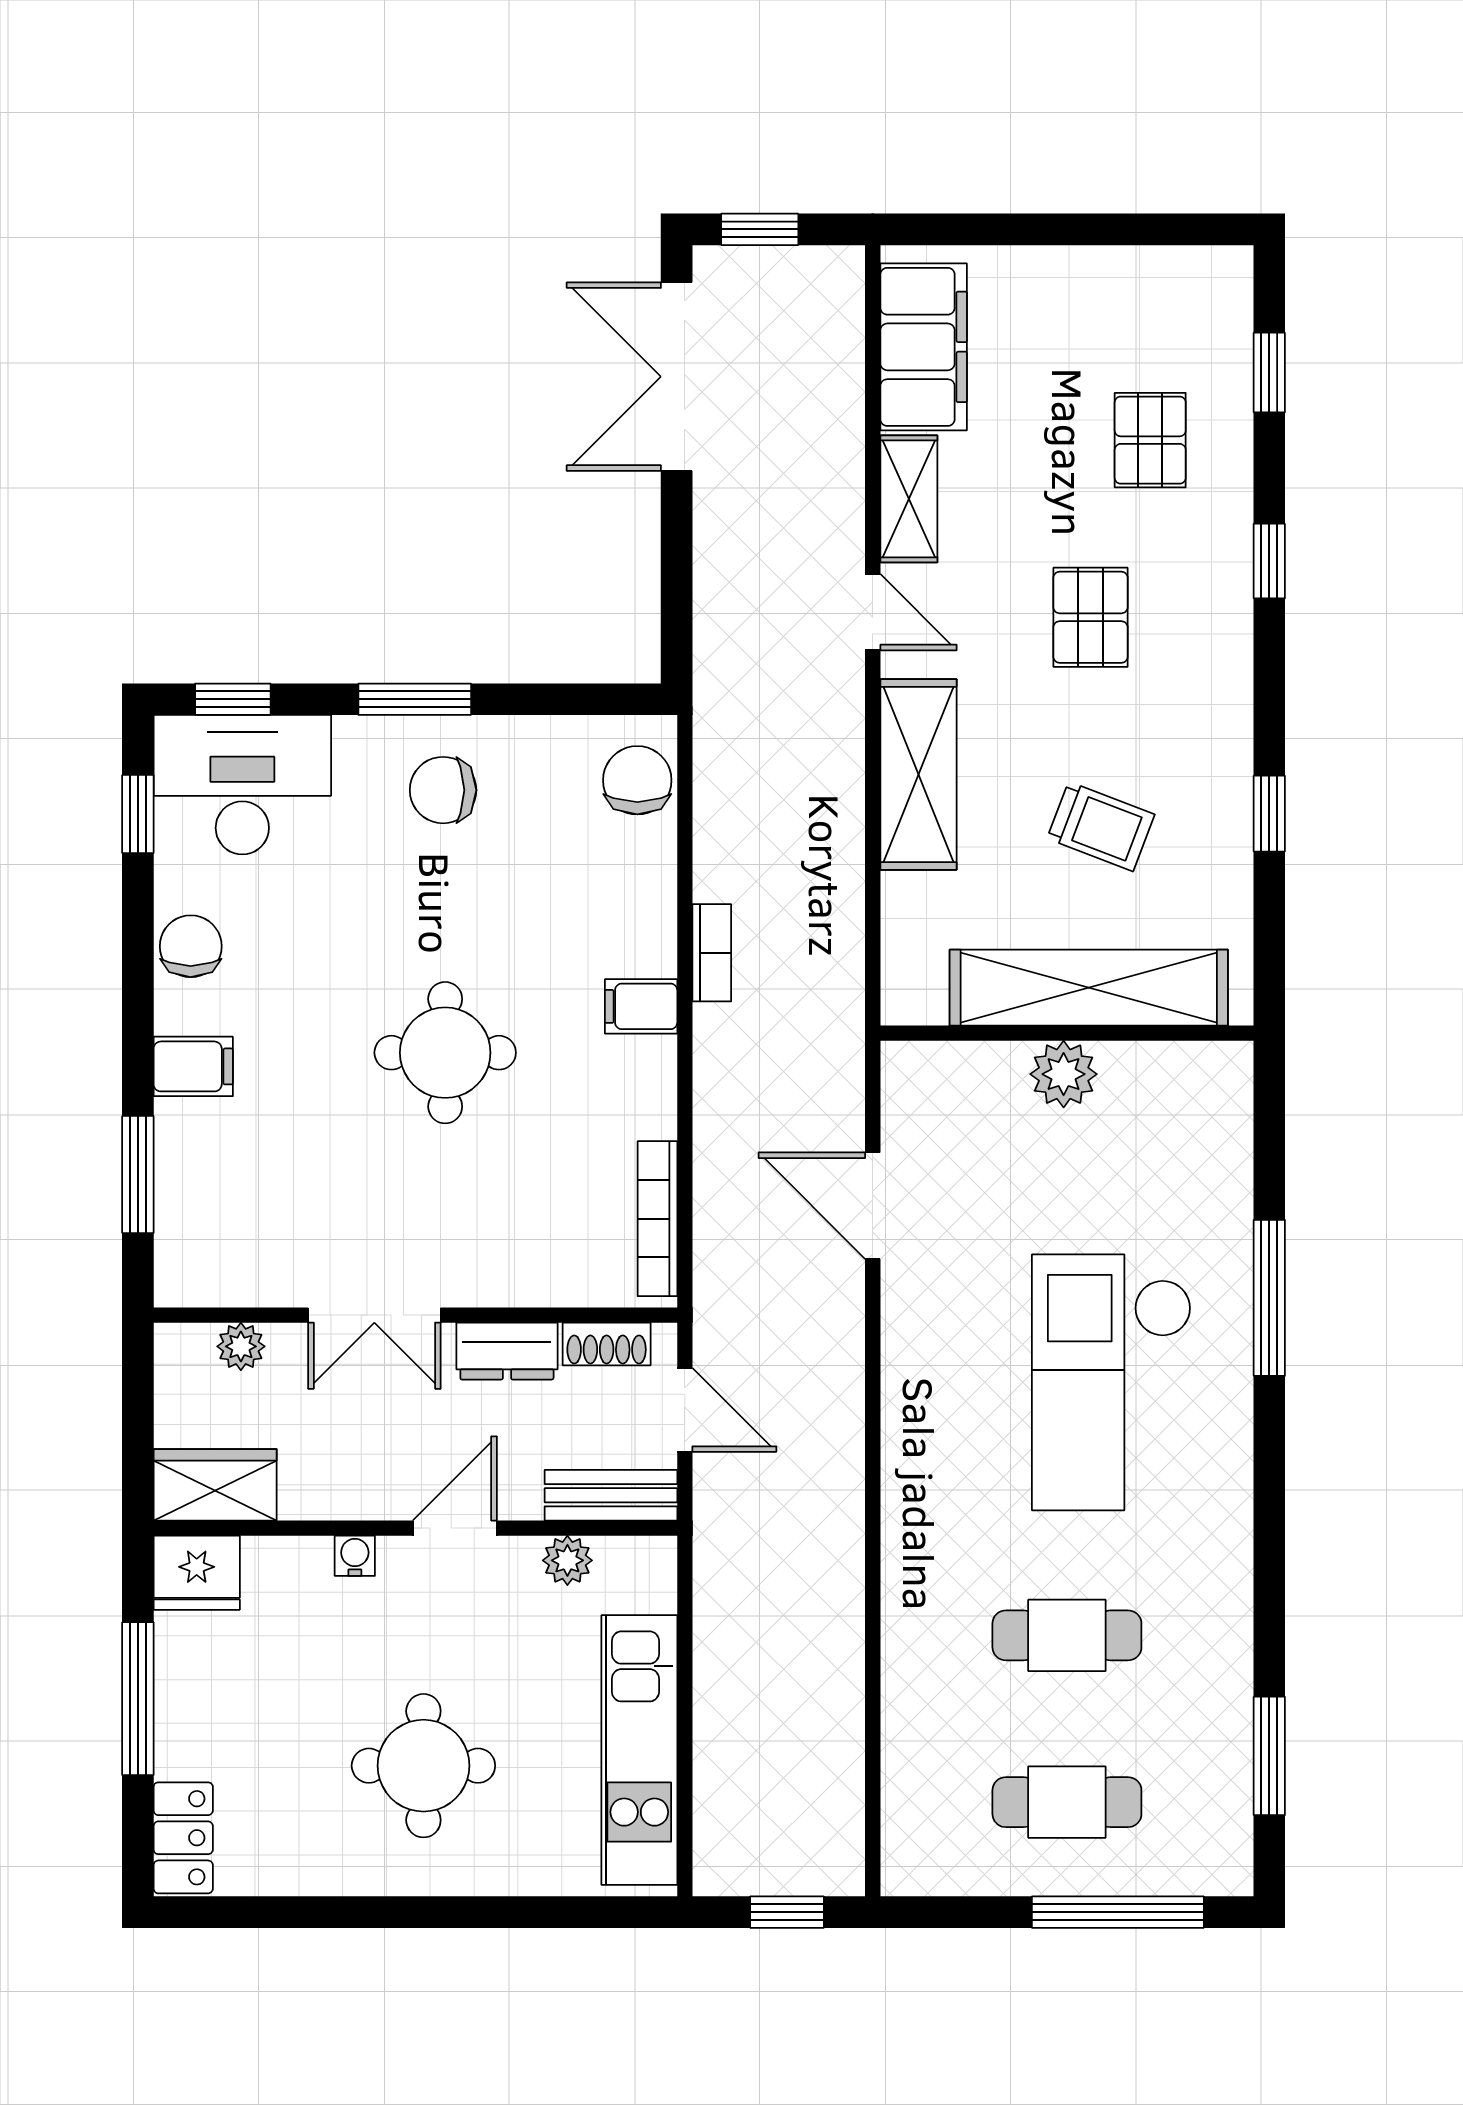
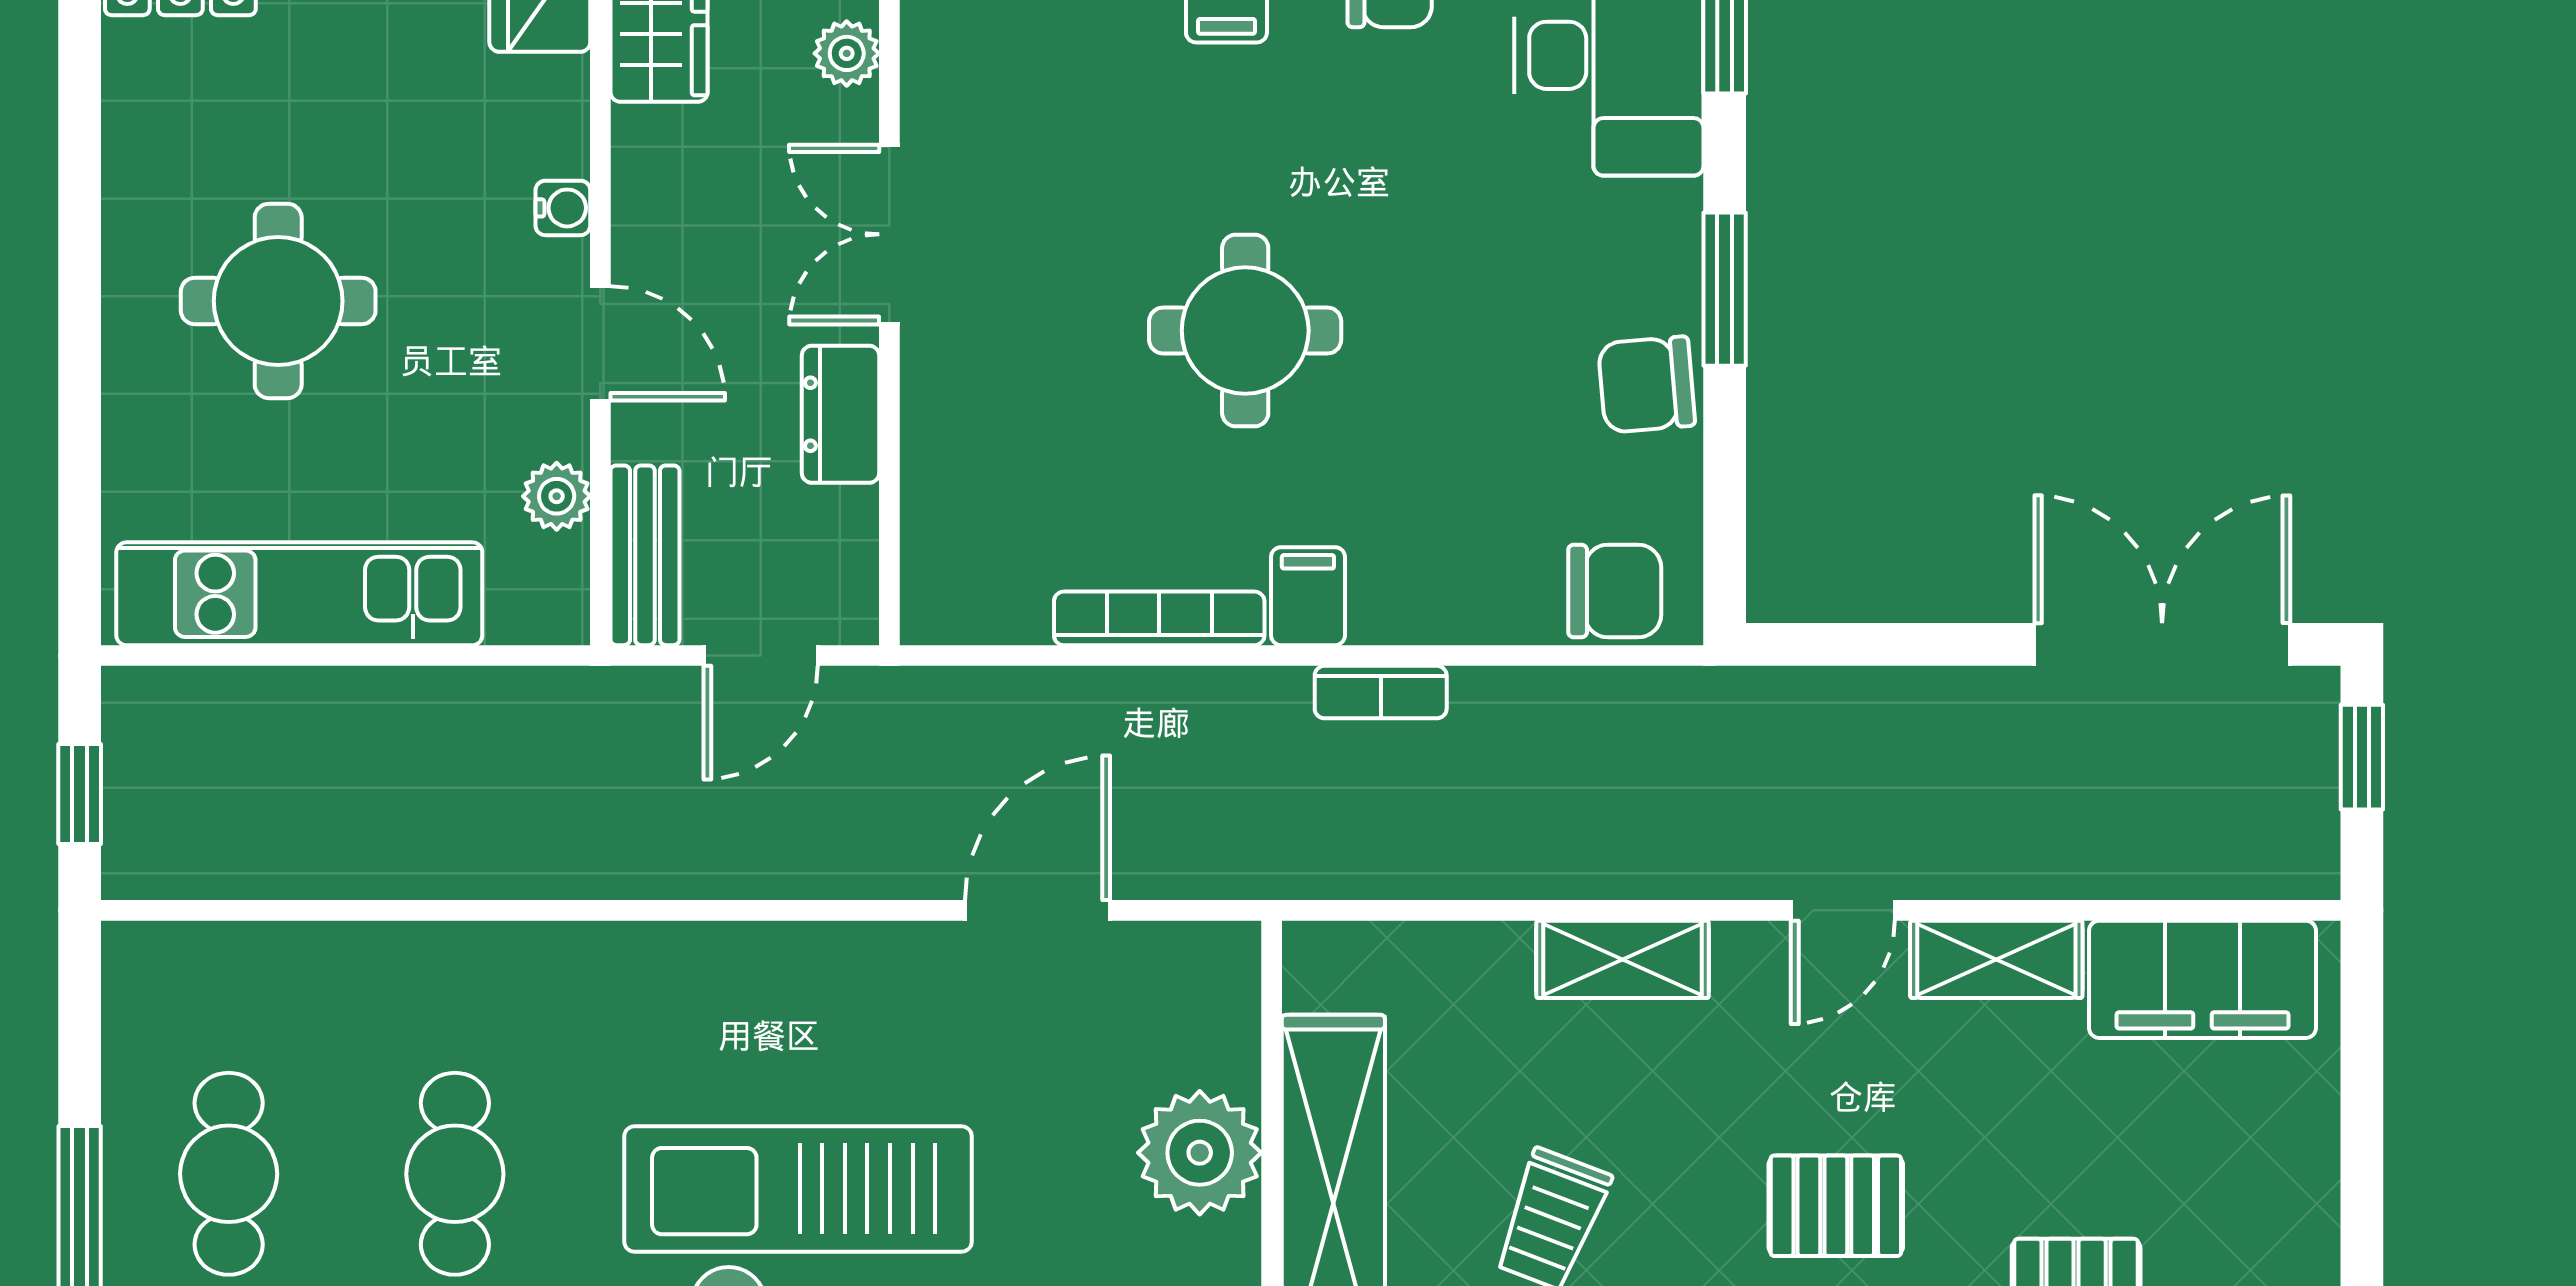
shelving: (918, 774) -> (1623, 959), width x0.67, depth x0.75
chair: (443, 790) -> (1647, 385), moved, turned -95
plant: (1064, 1074) -> (1200, 1153), width x1.36, depth x1.36
bookcase: (657, 1219) -> (1159, 618), moved
shoe rack: (607, 1344) -> (850, 549), removed

